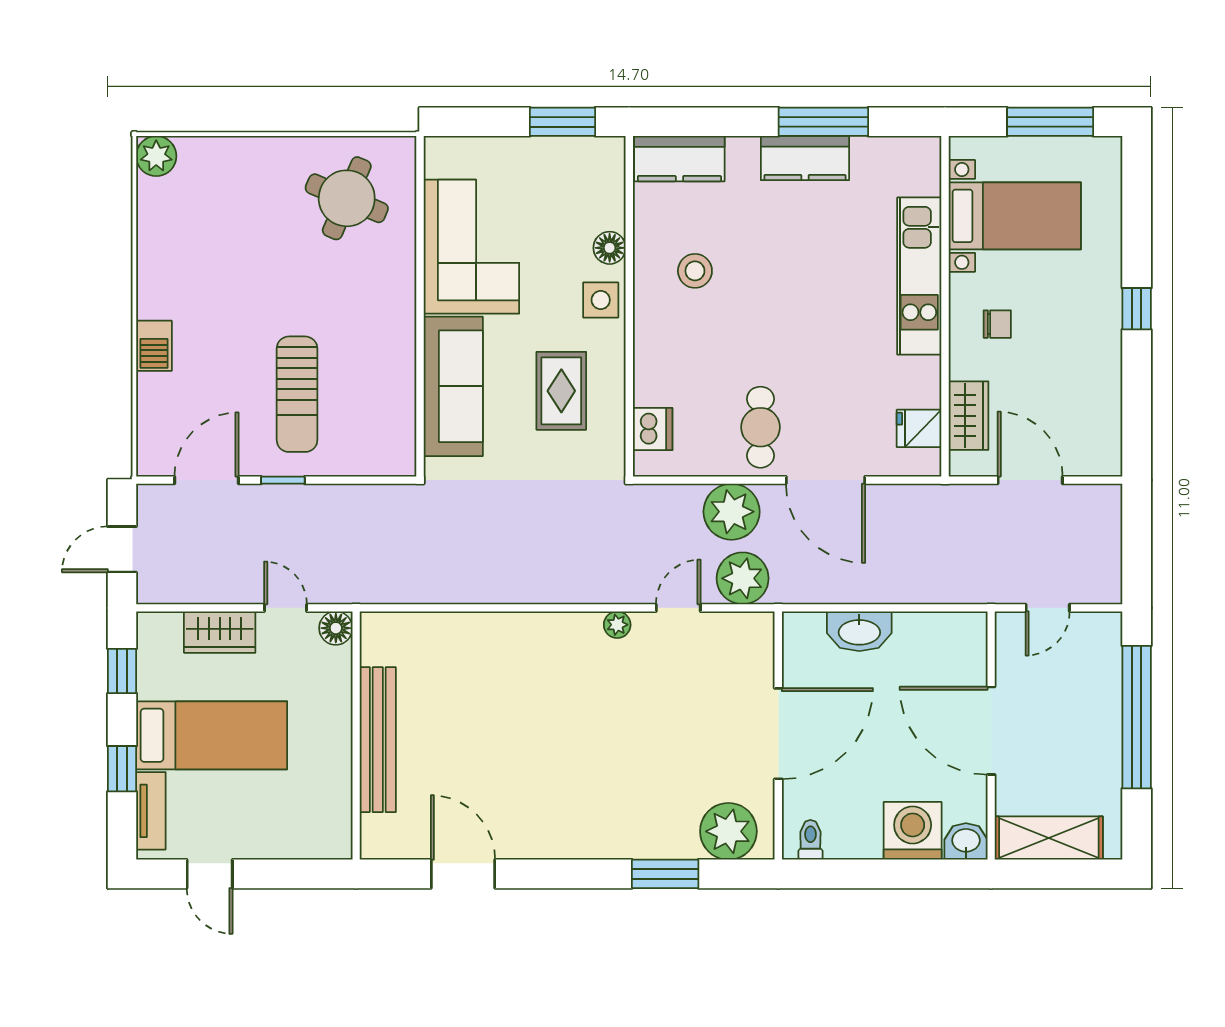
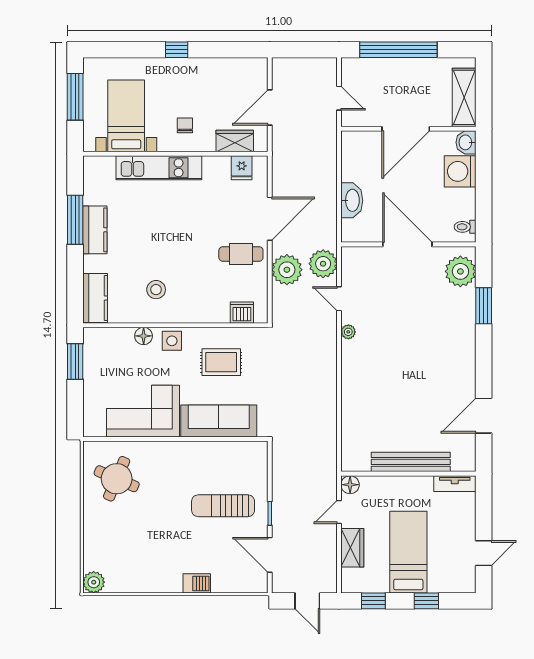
sun lounger: (297, 394) -> (223, 506), turned 180
tv unit: (151, 811) -> (455, 484), moved, turned 180

